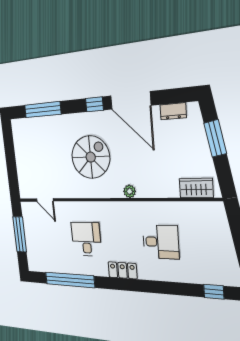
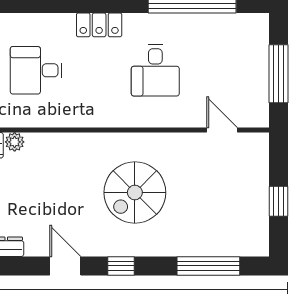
door: (131, 101) -> (65, 266), width x0.53
window: (10, 155) -> (279, 201), added
plant: (130, 191) -> (15, 142), moved

